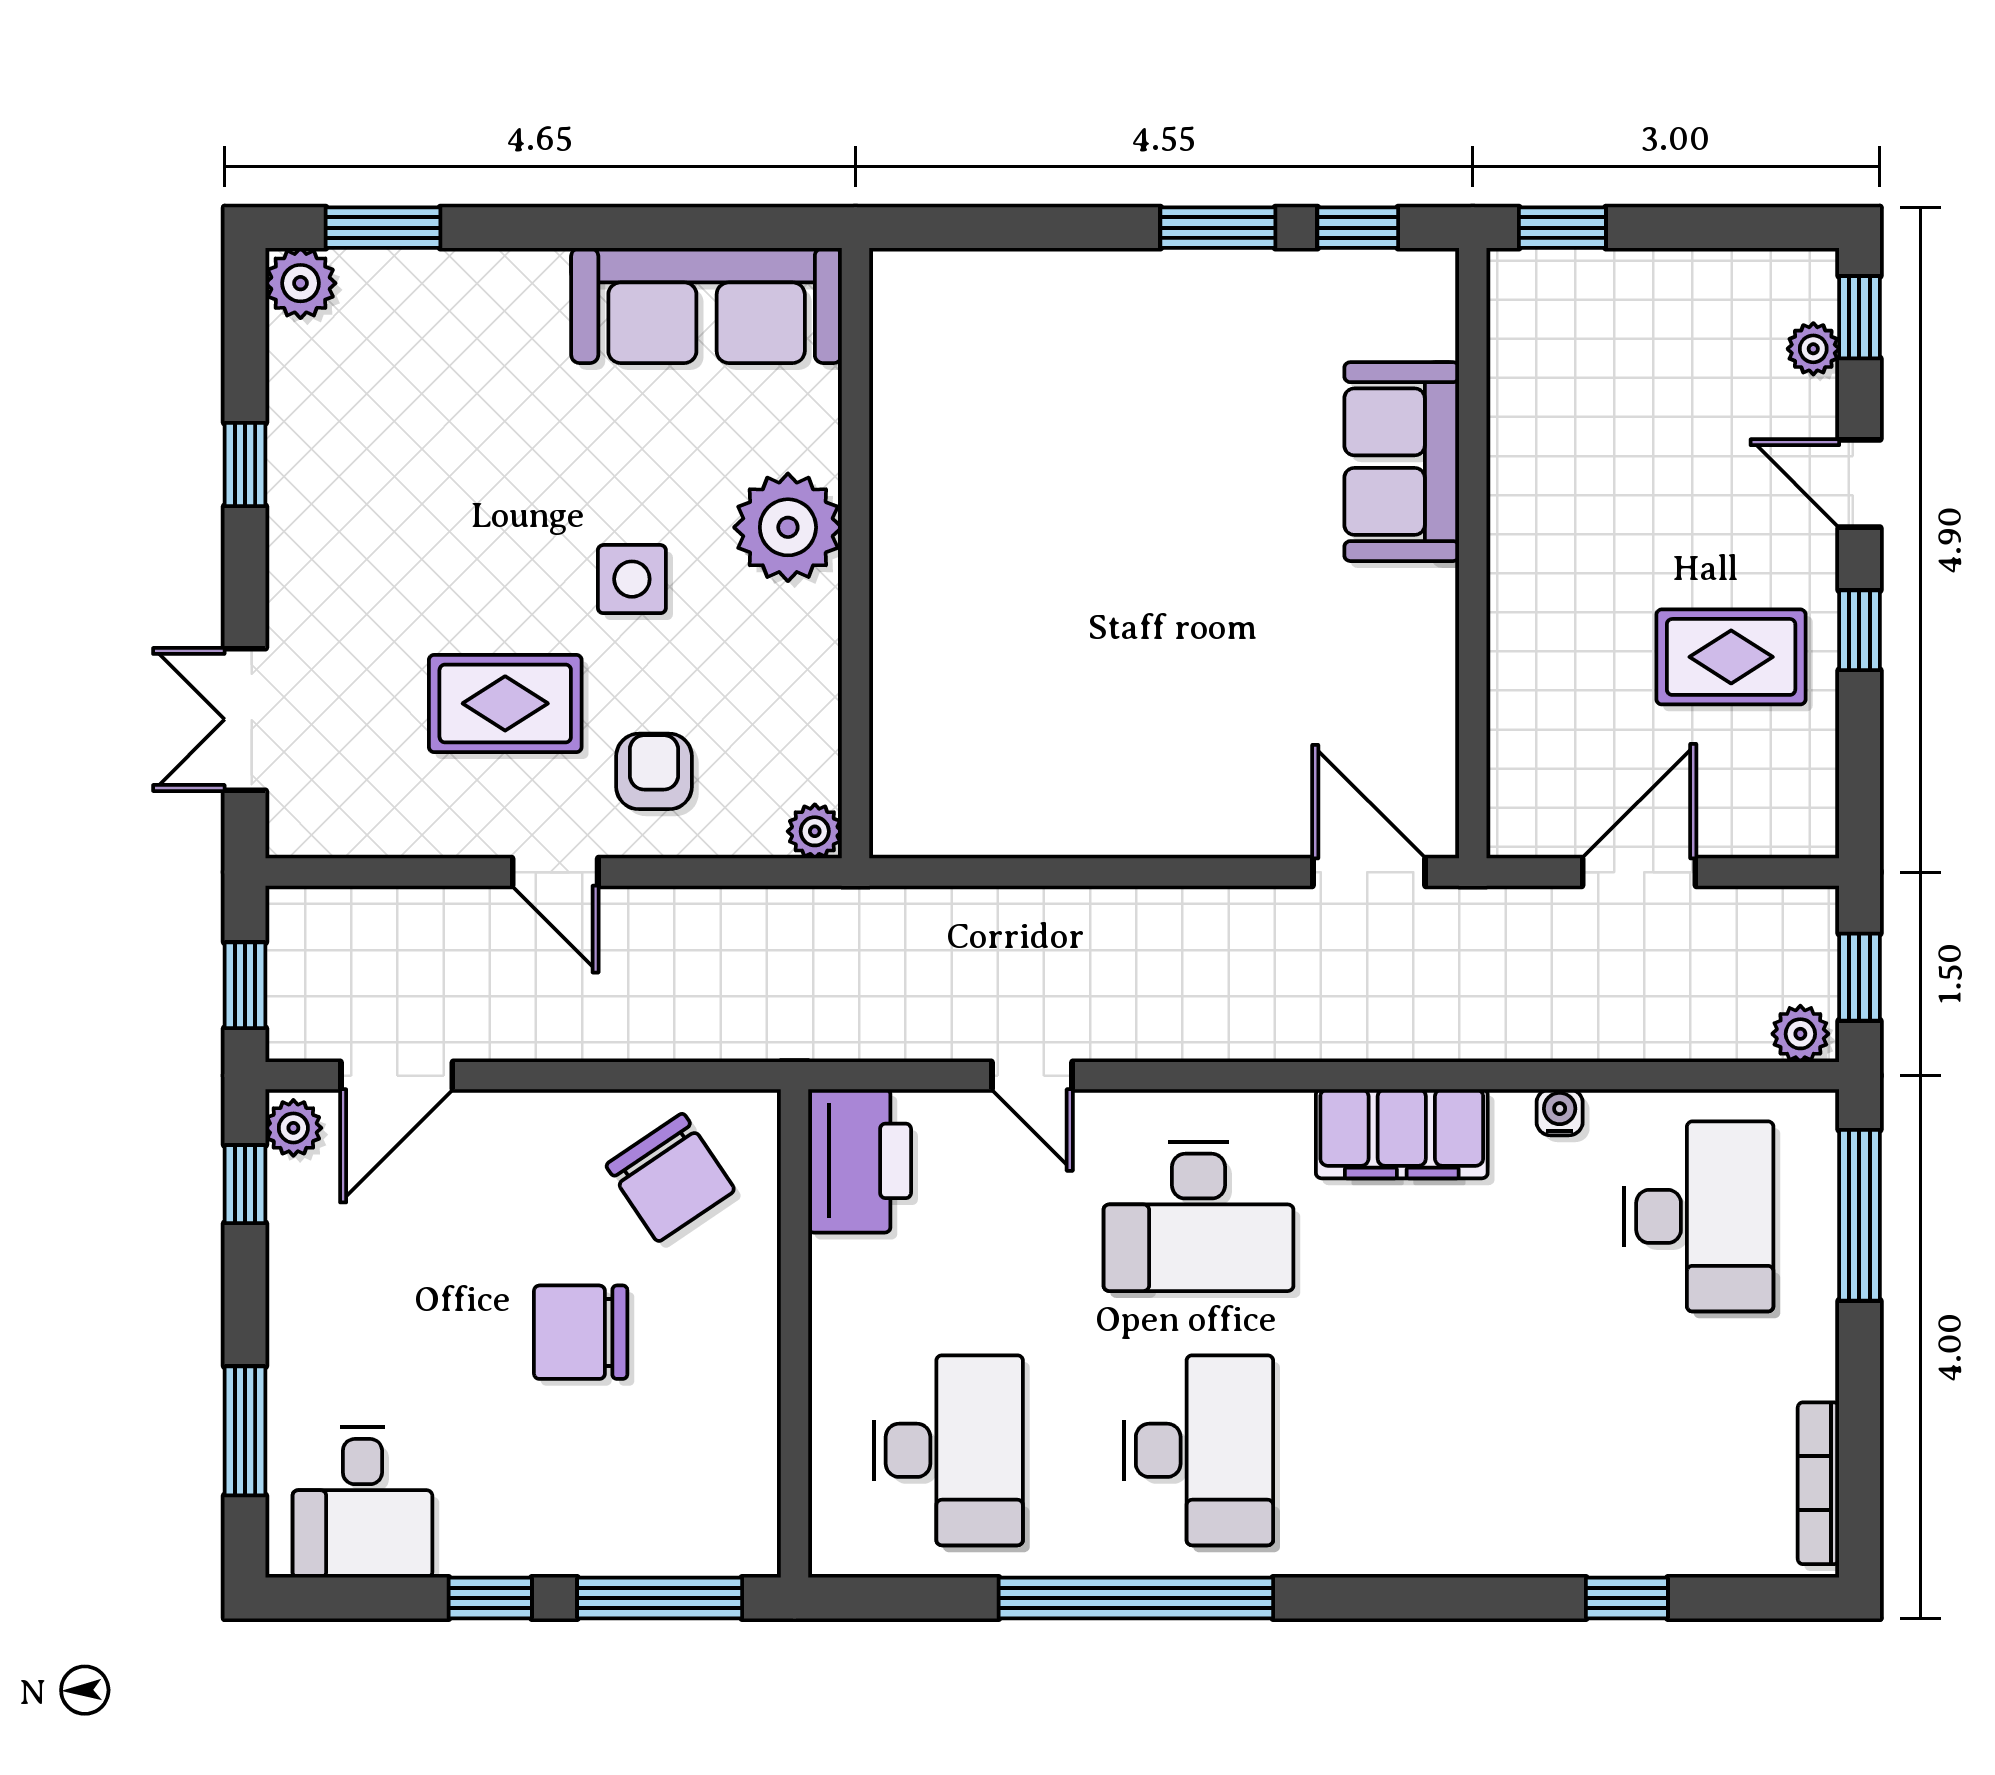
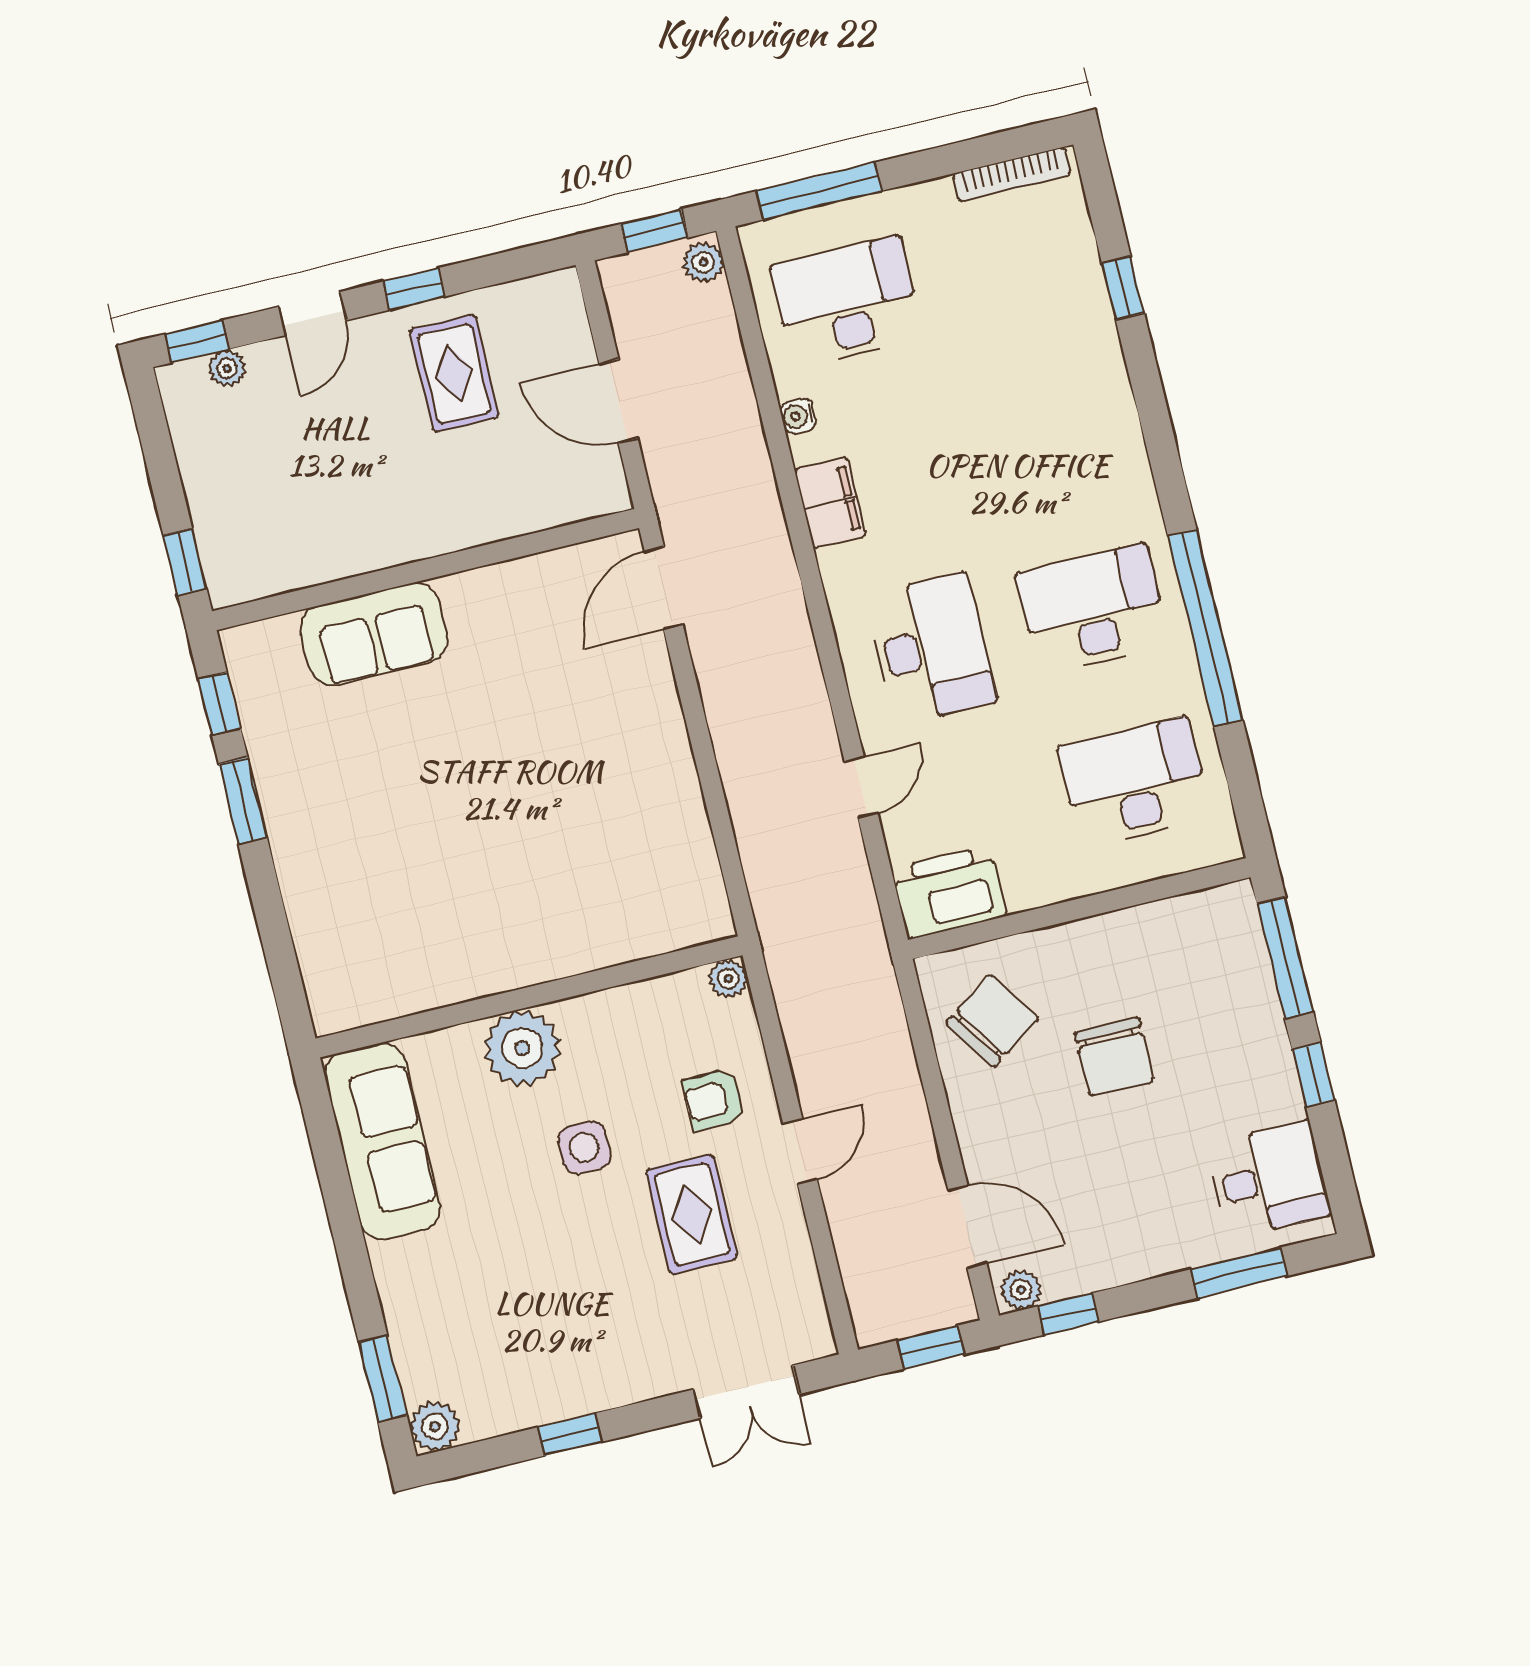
filing cabinet: (1402, 1134) -> (830, 503), width x0.67, depth x0.86

